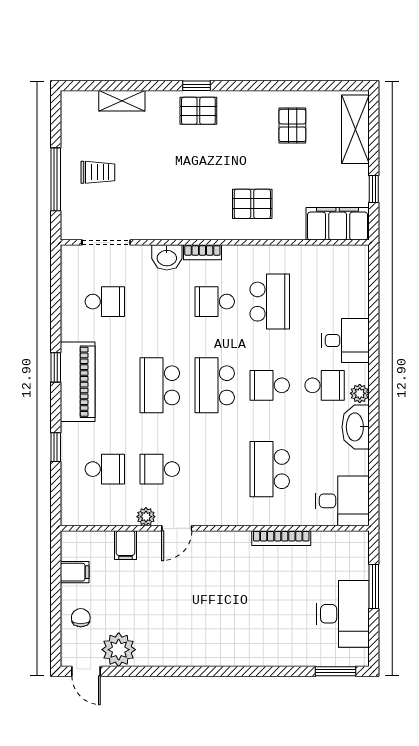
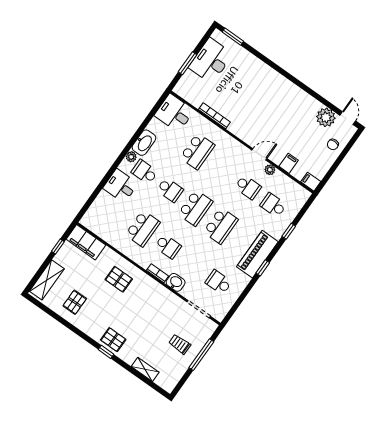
school desk: (270, 302) -> (143, 228), turned 180
filing cabinet: (75, 572) -> (311, 182), moved

